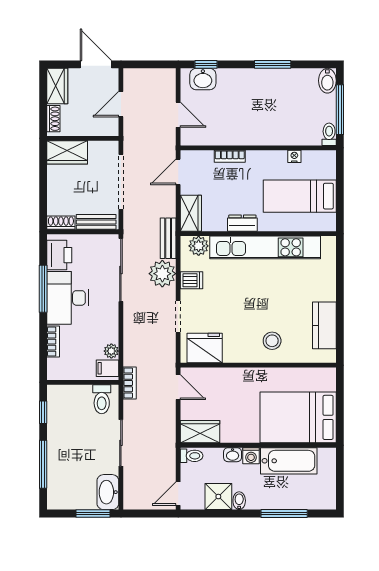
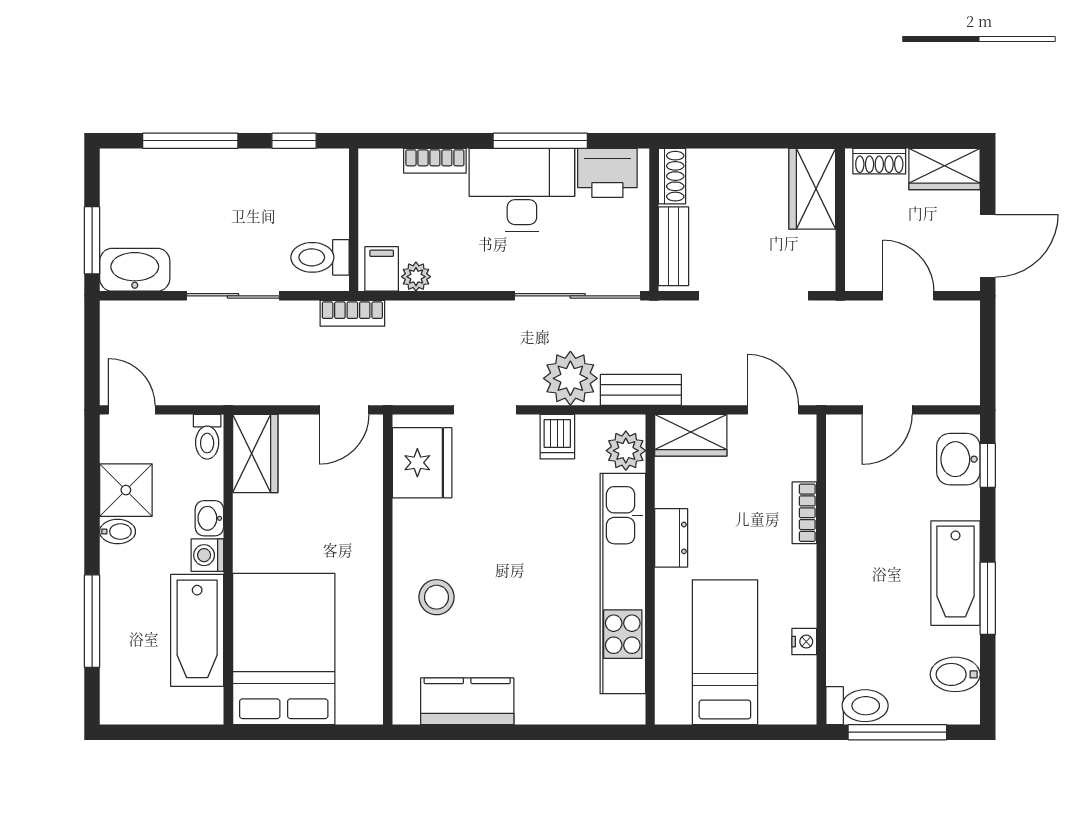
bathtub: (260, 80) -> (956, 573), added
bidet: (327, 81) -> (955, 674), moved
toilet: (329, 134) -> (857, 706), width x1.37, depth x1.39

